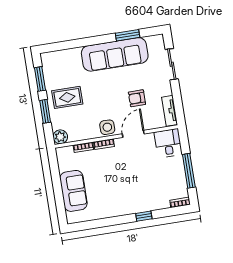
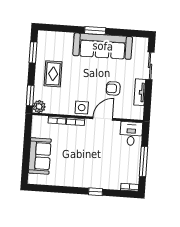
window: (127, 35) -> (95, 31), moved
rug: (67, 97) -> (53, 74), turned 90
window: (45, 111) -> (30, 96), moved
tv unit: (170, 111) -> (140, 92), moved

